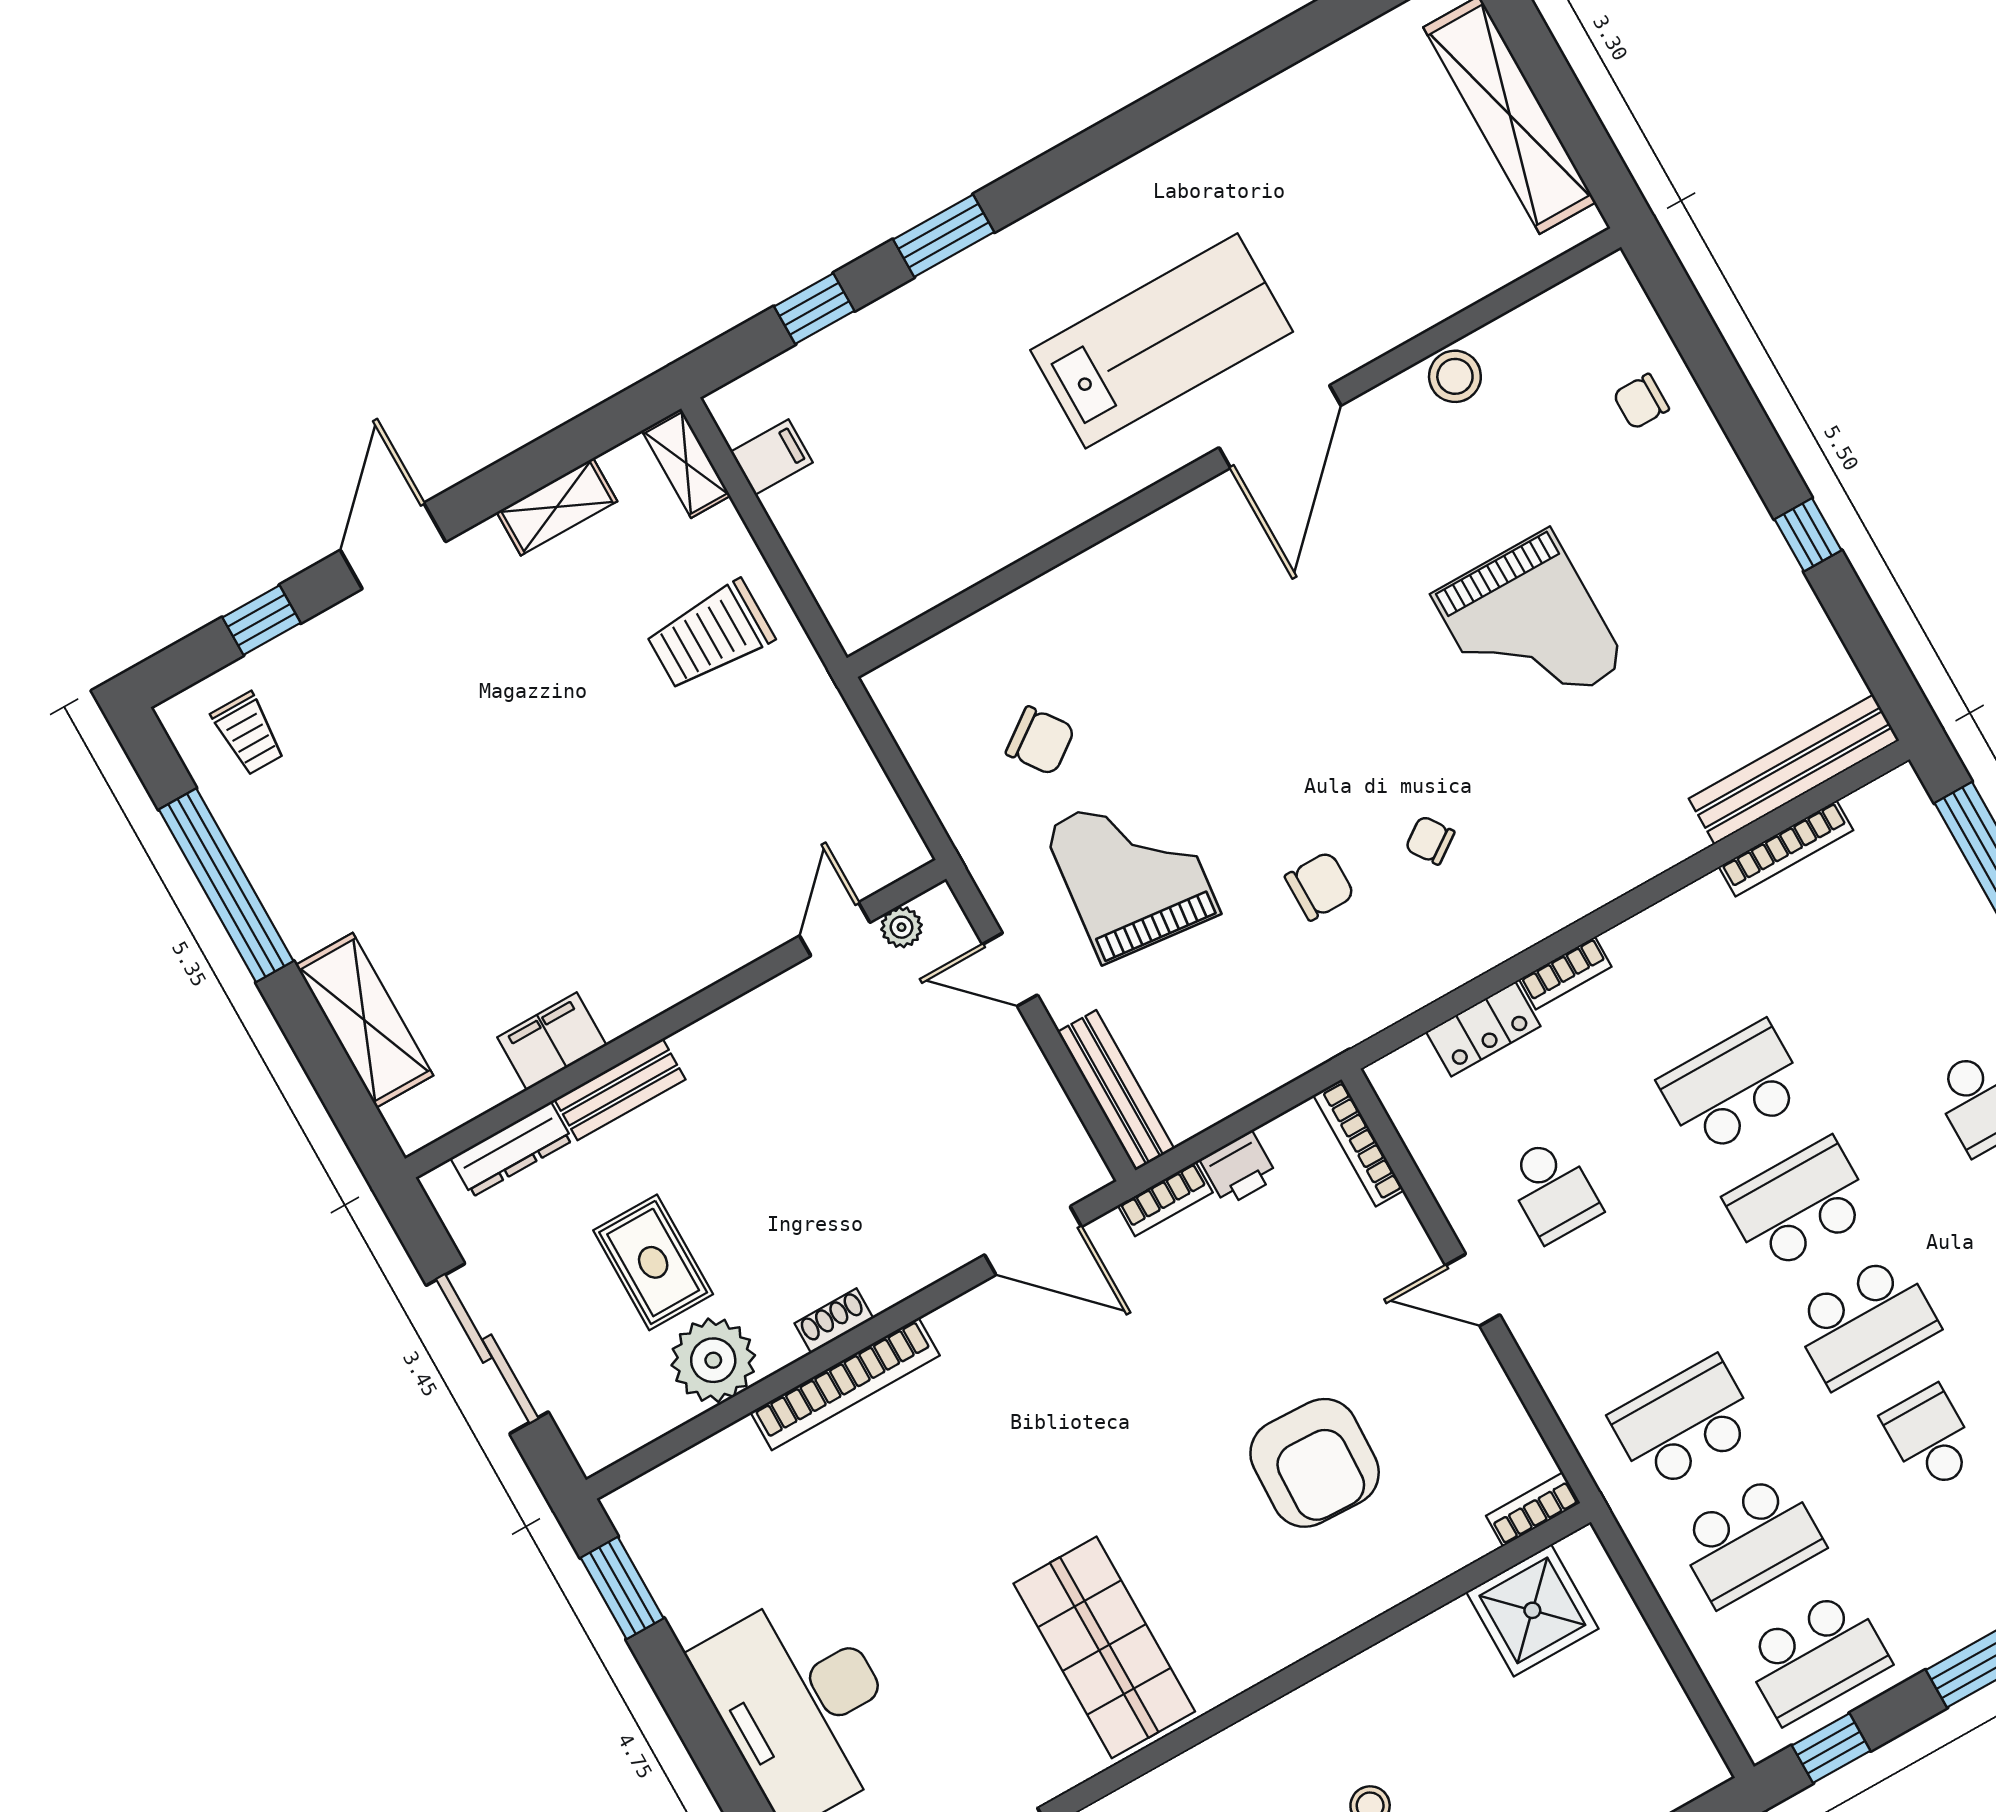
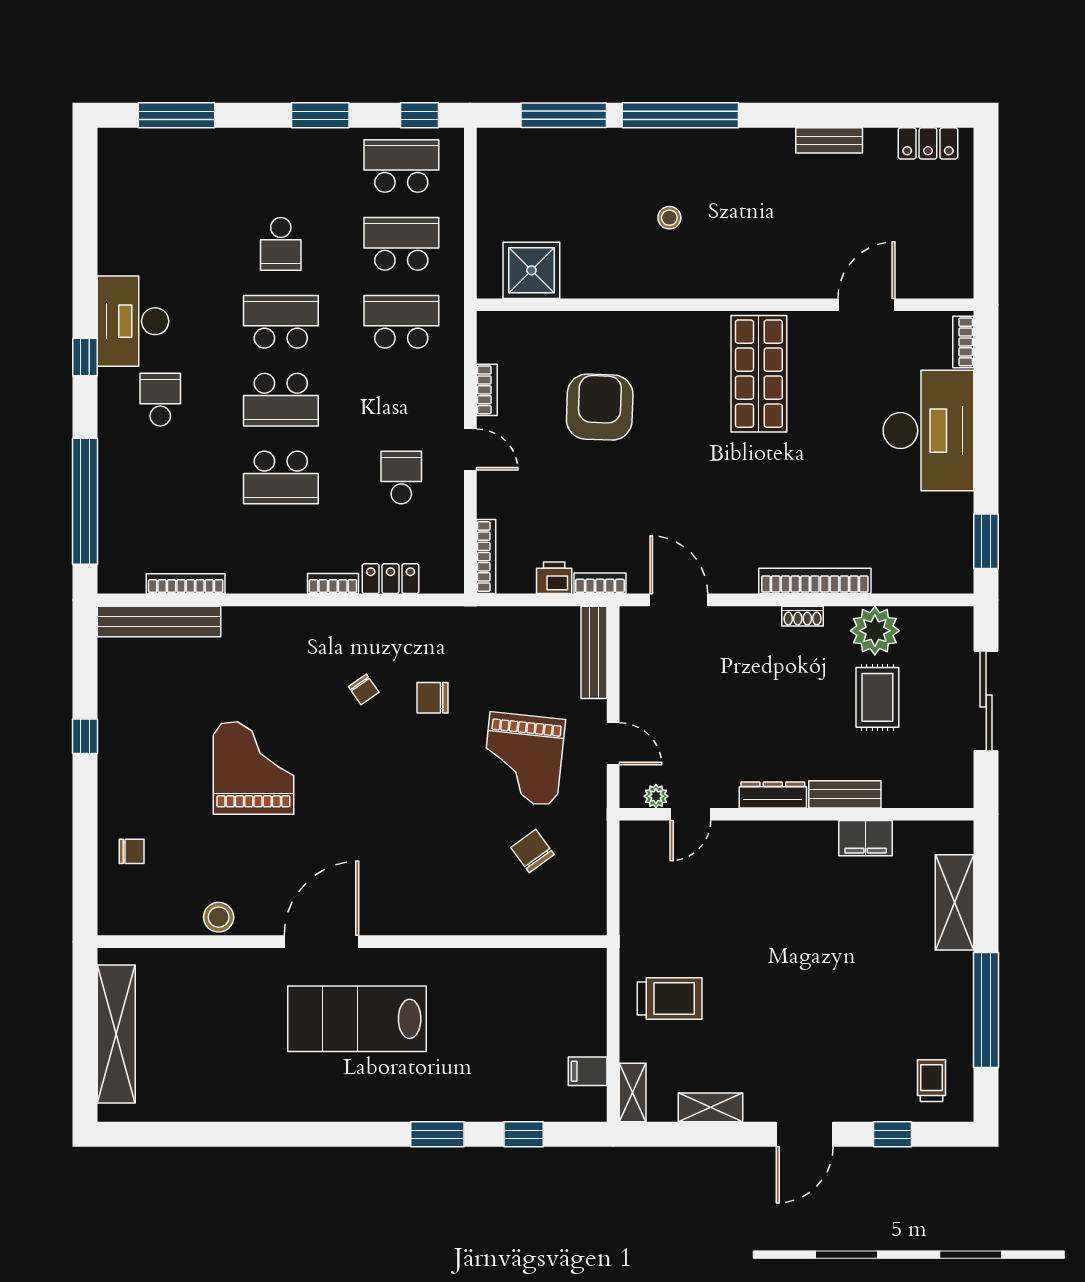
dresser: (512, 1149) -> (773, 795), moved
school desk: (1684, 1423) -> (401, 322), turned 180
bookcase: (1533, 1509) -> (487, 390), moved, turned -90

